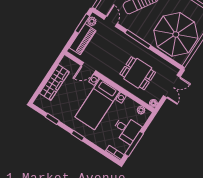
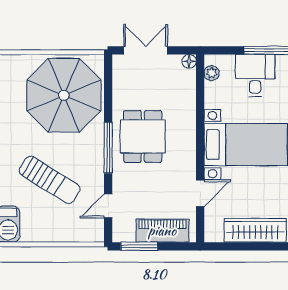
plant: (92, 21) -> (127, 234), removed
door: (88, 68) -> (200, 193), hinge flipped
dining table: (138, 73) -> (143, 136), moved

